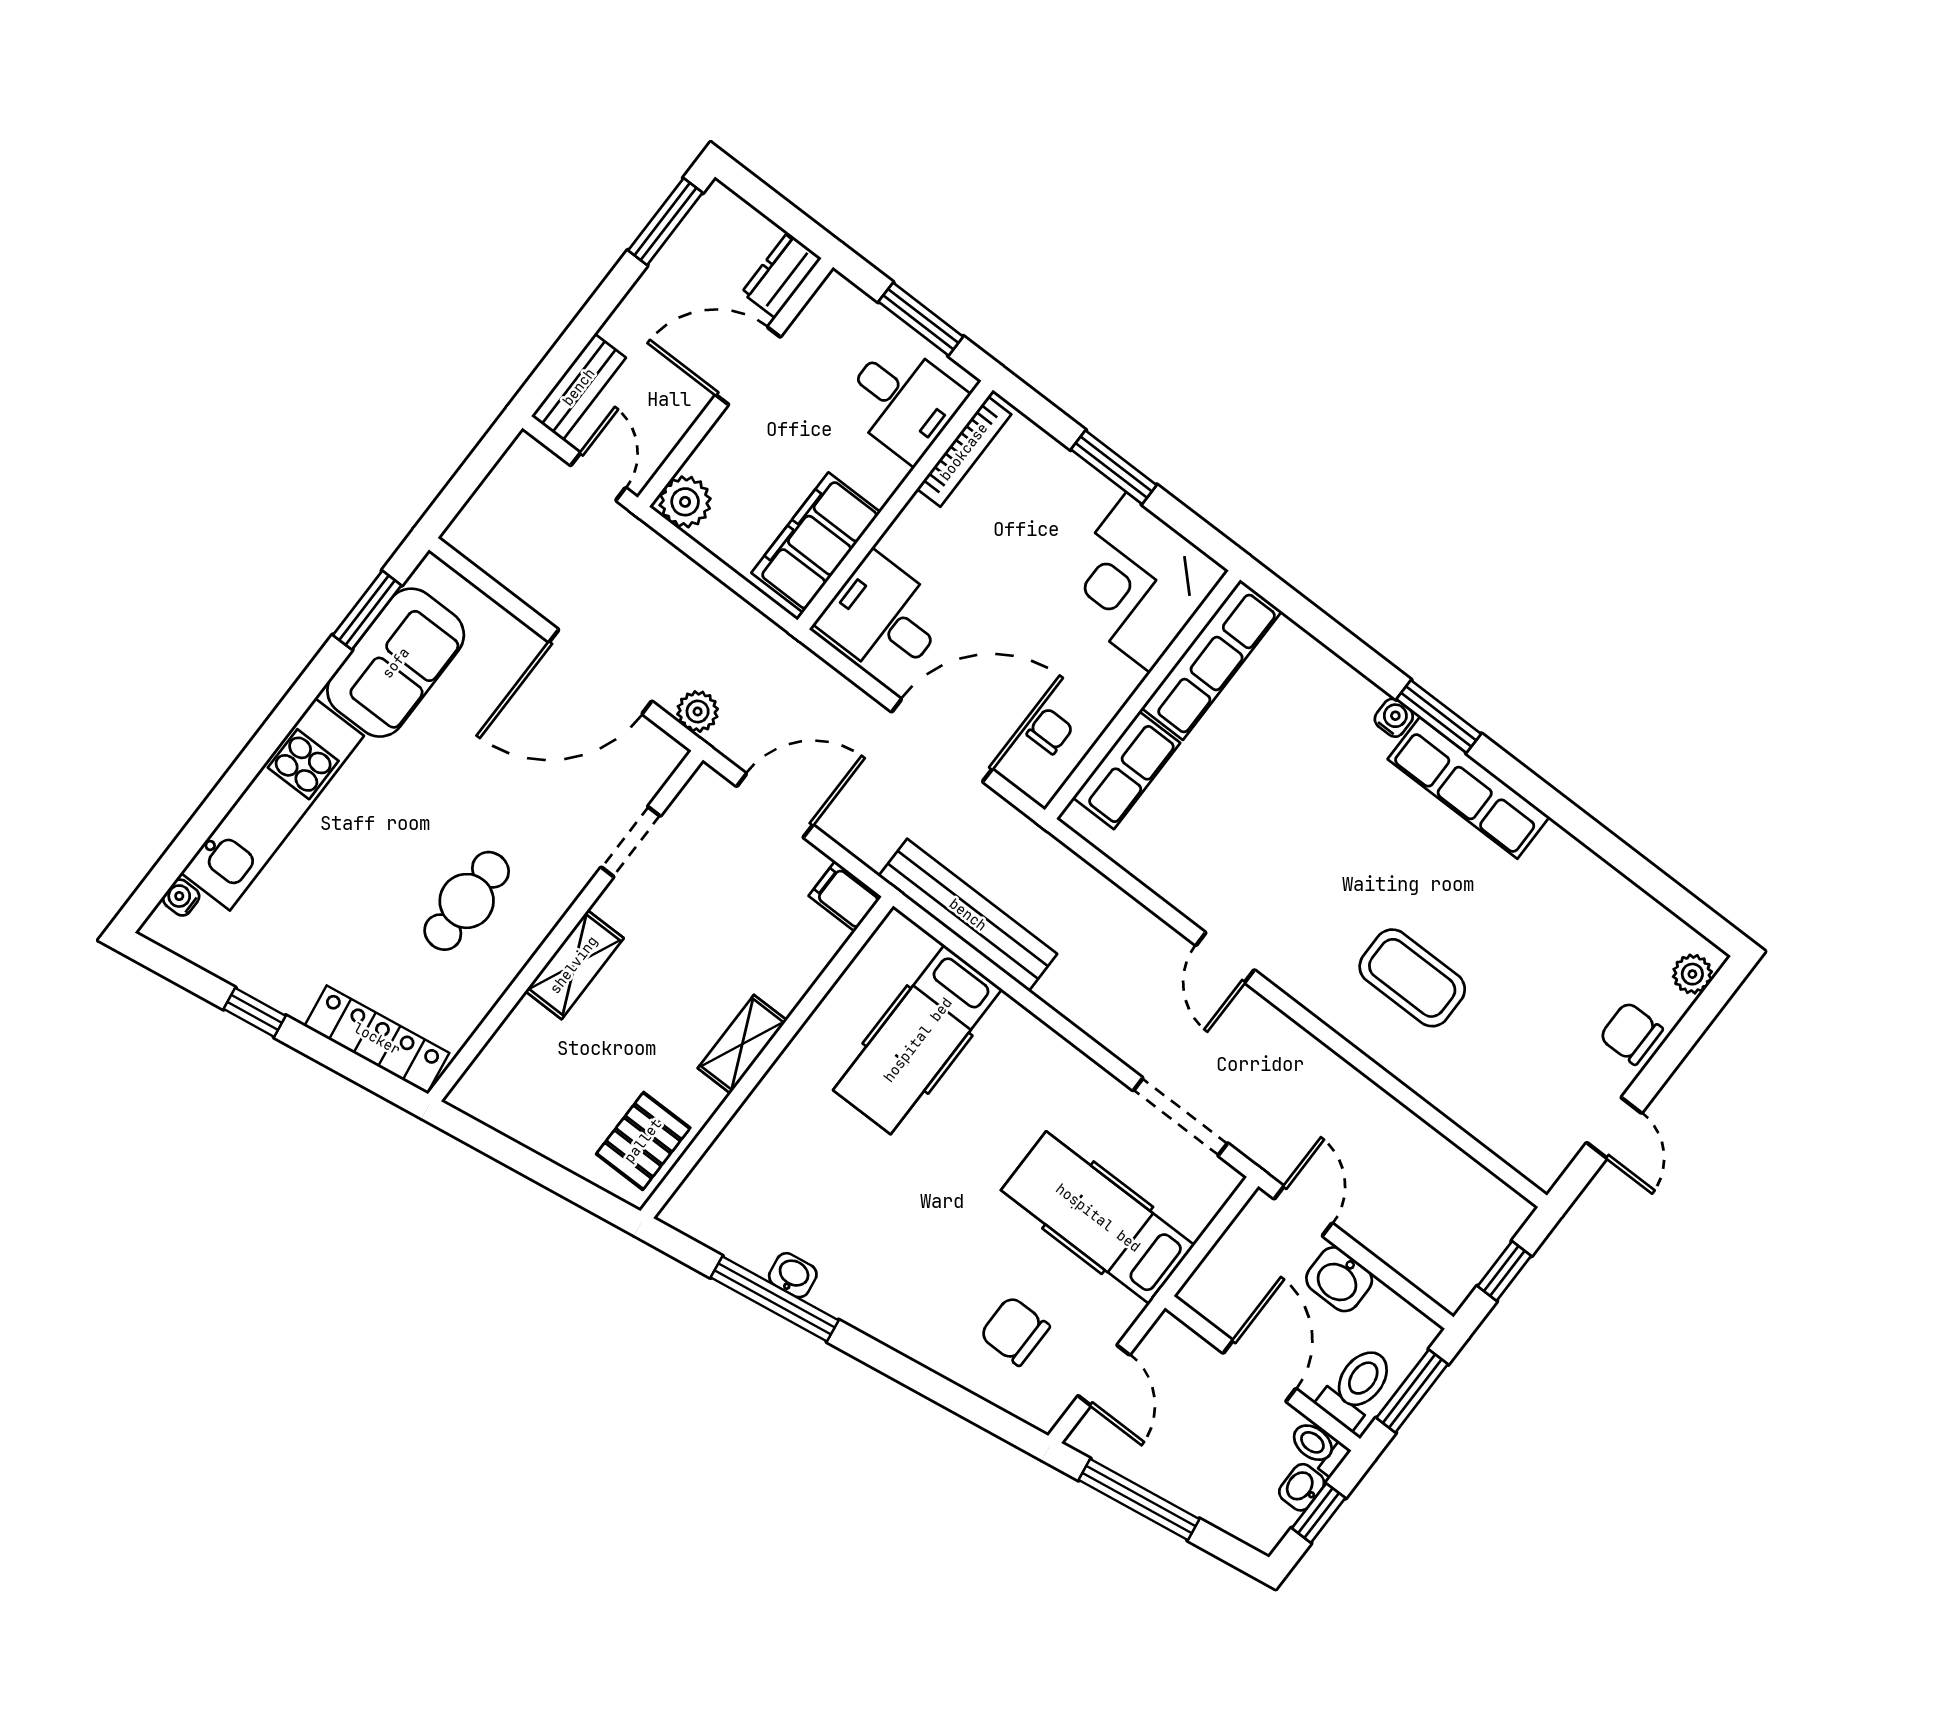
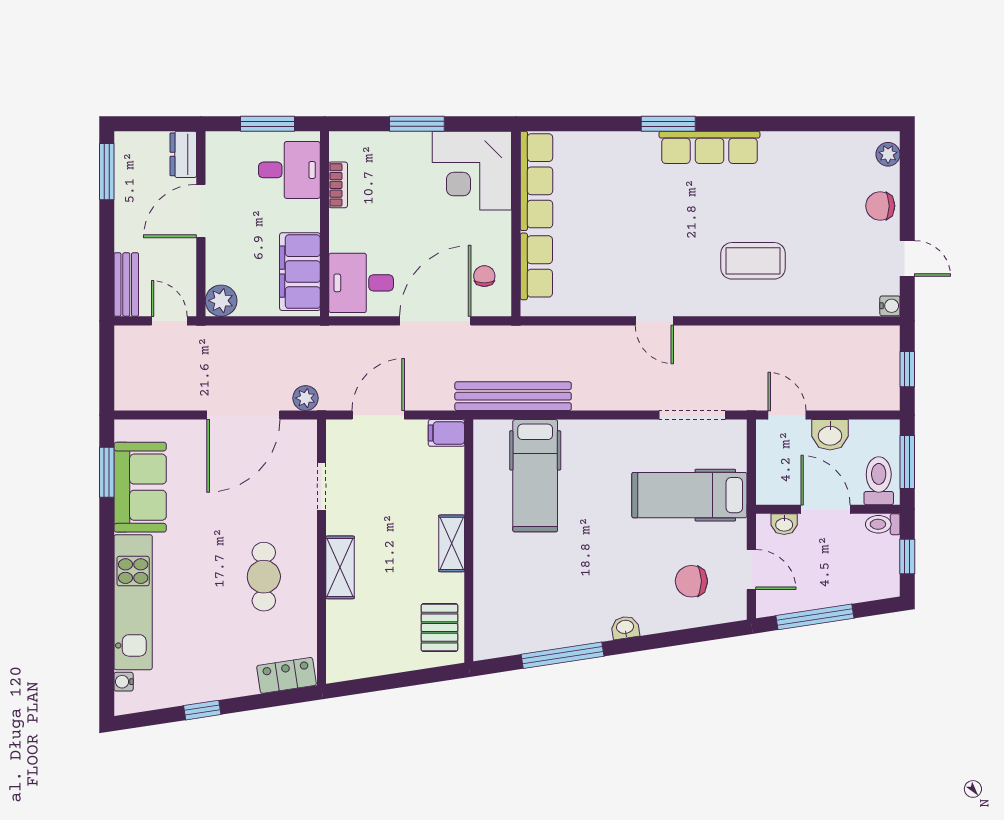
bookcase: (964, 452) -> (338, 185), width x0.64
water cooler: (1394, 718) -> (890, 306), moved, turned 90
locker: (377, 1039) -> (287, 675), width x0.66
washbasin: (793, 1275) -> (625, 627), moved
washbasin: (1302, 1487) -> (784, 524), moved, turned -90

